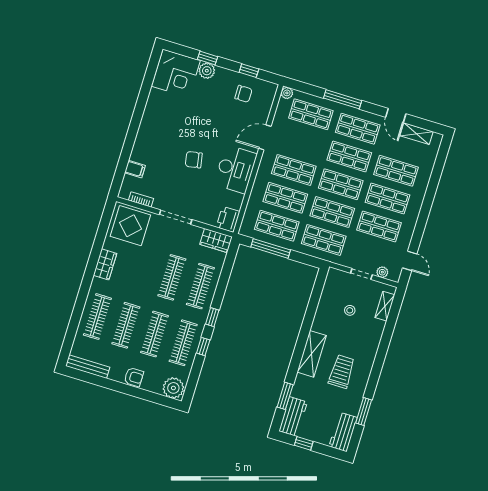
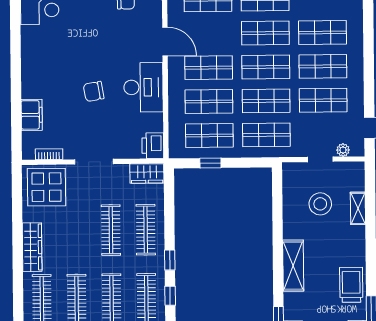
door: (265, 137) -> (165, 42), swing flipped
filing cabinet: (135, 169) -> (32, 115), width x2.00
window: (271, 248) -> (210, 163), width x0.46
wardrobe: (105, 264) -> (32, 247), width x1.50
shelving: (385, 306) -> (358, 208), moved
stool: (350, 310) -> (320, 204), width x1.89, depth x1.89
trolley: (342, 372) -> (351, 285), moved

